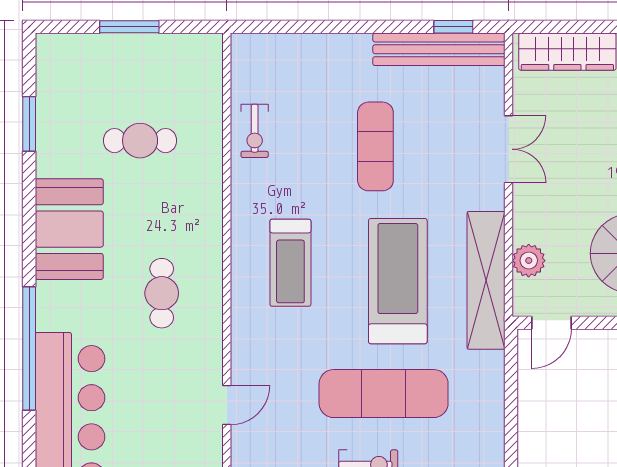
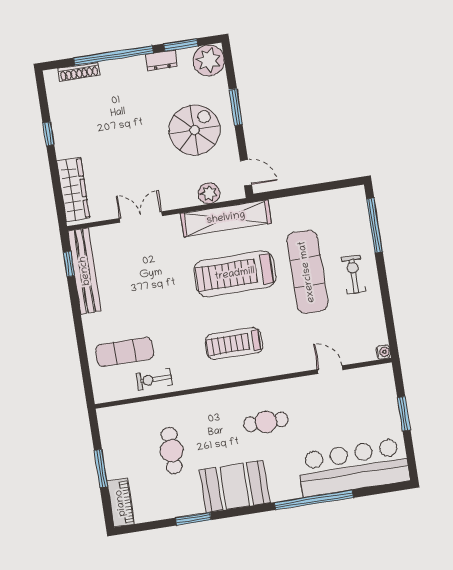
piano: (72, 49) -> (121, 503), added
window: (29, 124) -> (193, 519), moved
exercise bike: (255, 131) -> (154, 379), turned 180
exercise mat: (375, 146) -> (125, 352), moved
treadmill: (290, 263) -> (234, 344), turned 180

